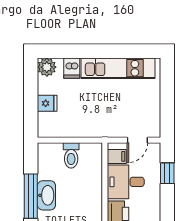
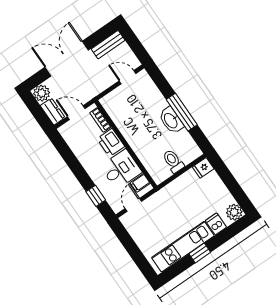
window: (106, 51) -> (200, 253), added
fridge: (47, 103) -> (203, 168), moved

